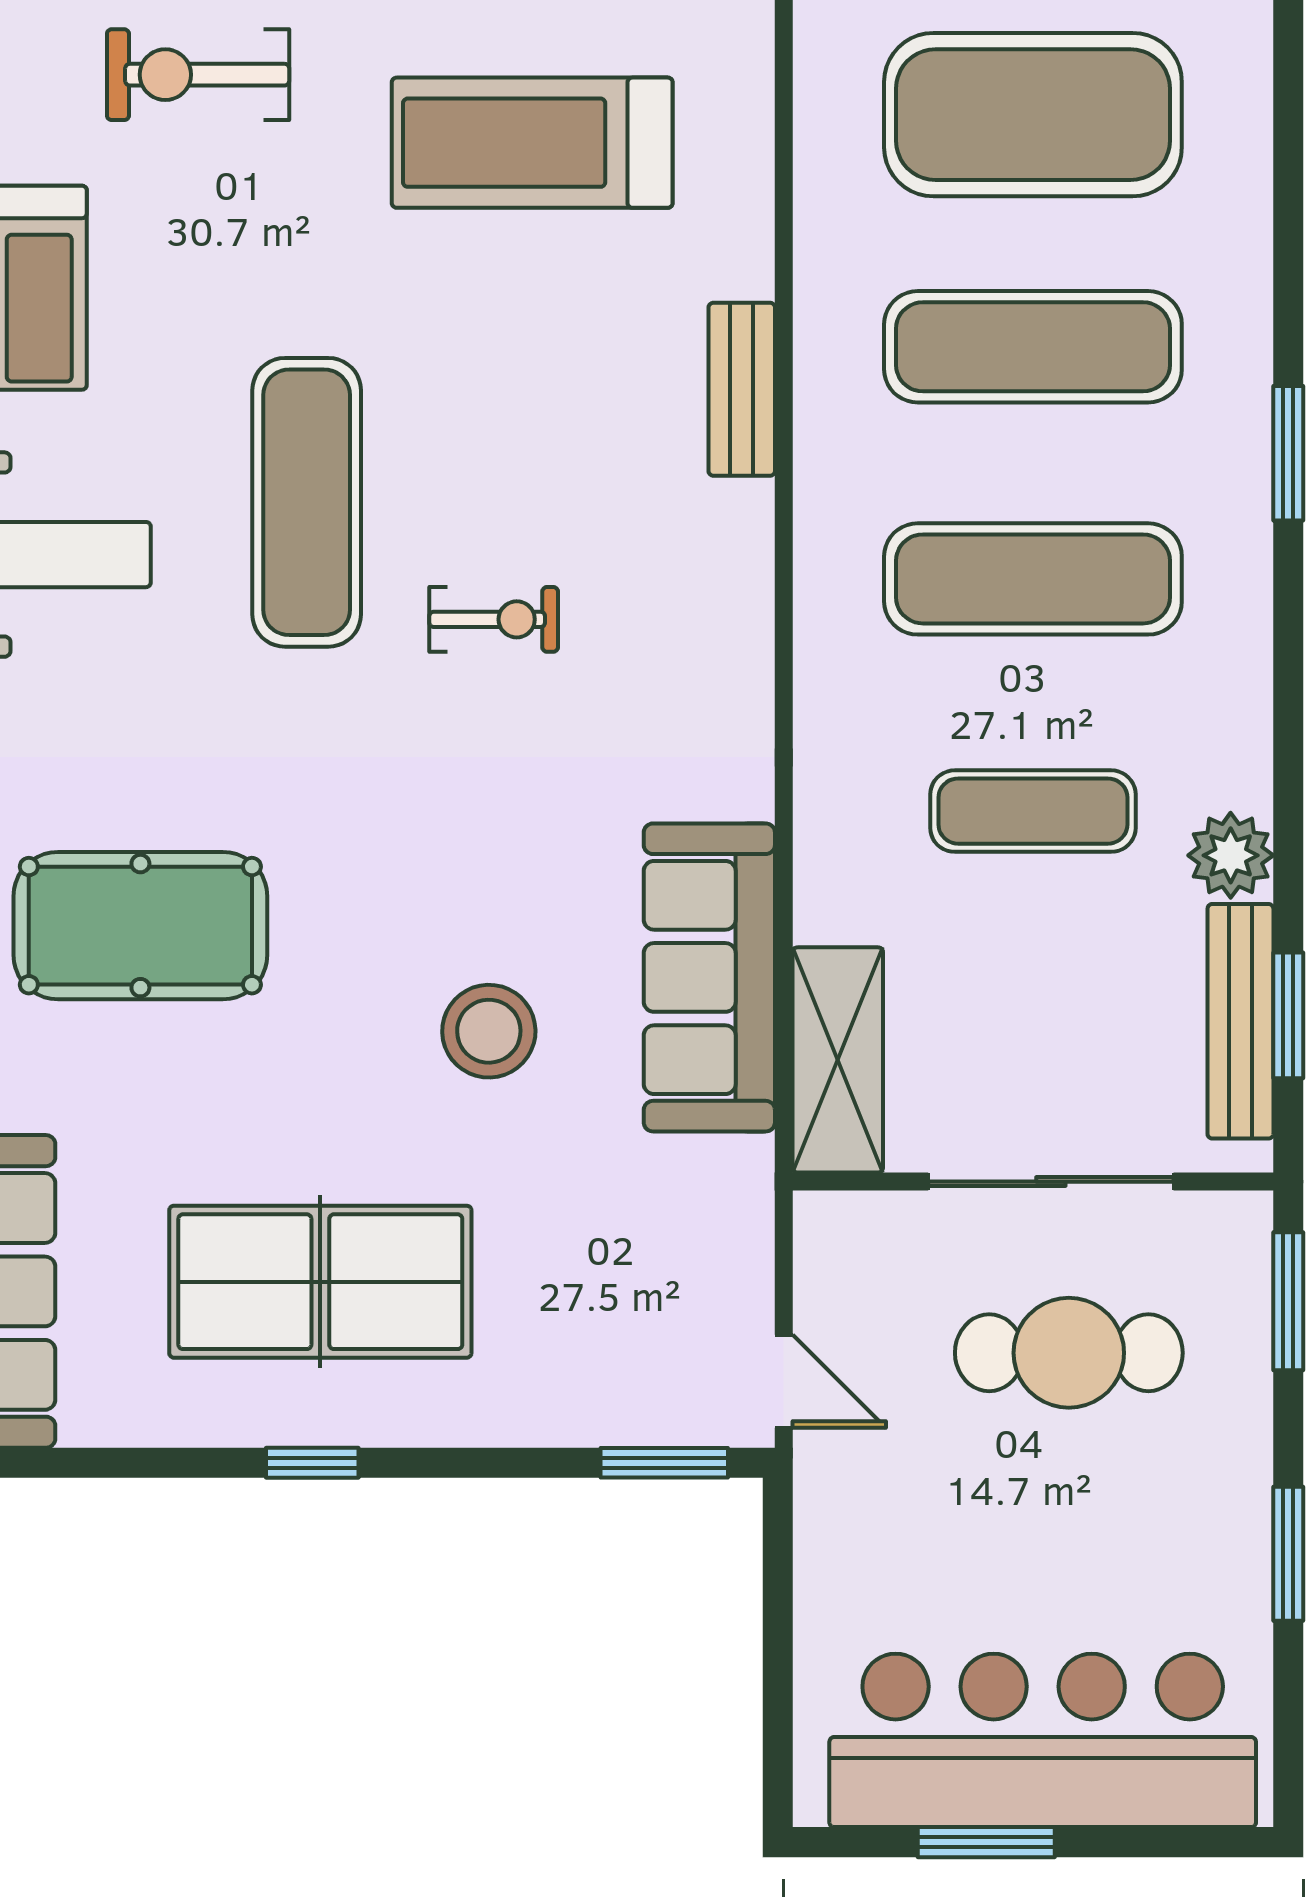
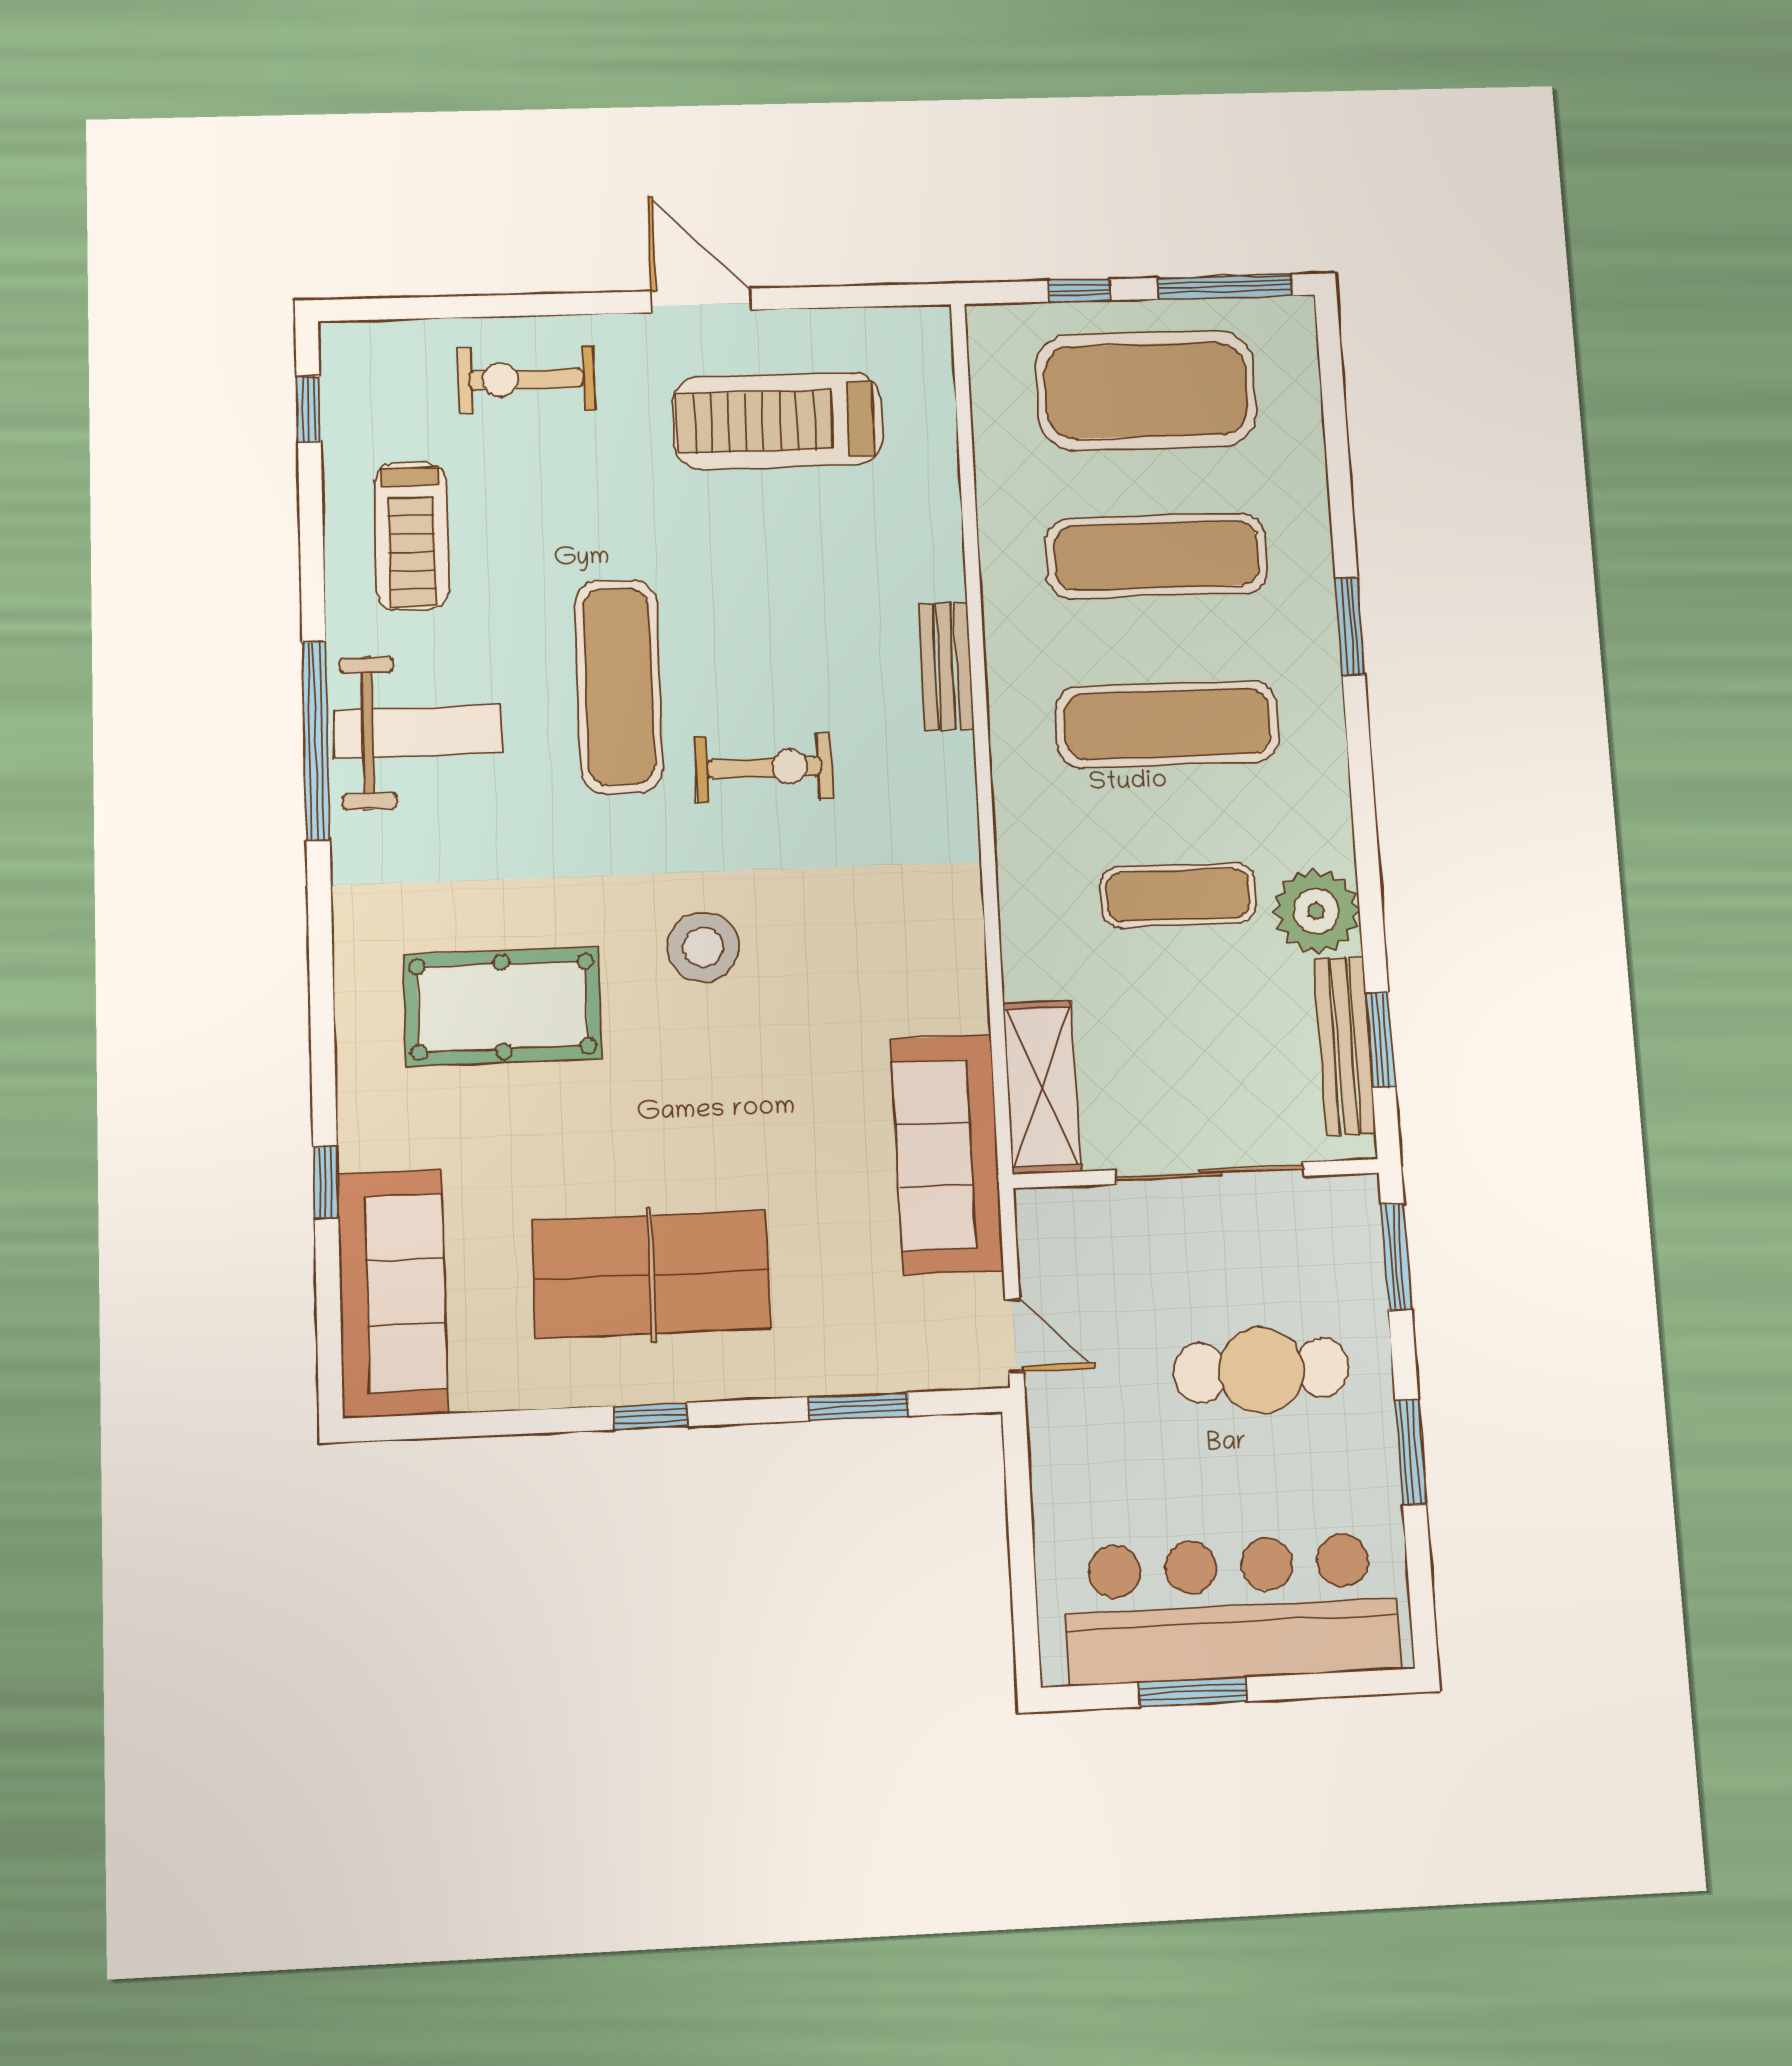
bench: (742, 389) -> (946, 666), moved
exercise bike: (494, 619) -> (764, 767), width x1.38, depth x1.39
plant: (1231, 855) -> (1316, 911), width x1.36, depth x1.36
sofa: (709, 977) -> (947, 1154), moved
stool: (489, 1031) -> (703, 947), moved
cafe table: (1069, 1353) -> (1261, 1370), moved
window: (664, 1463) -> (858, 1407), moved

